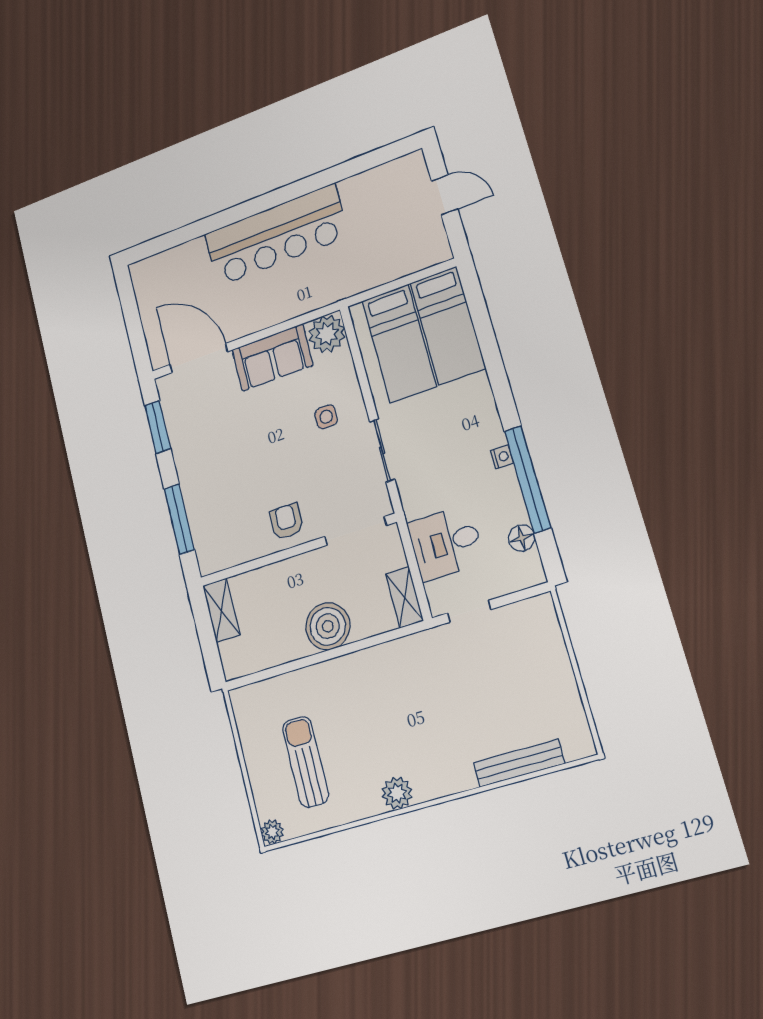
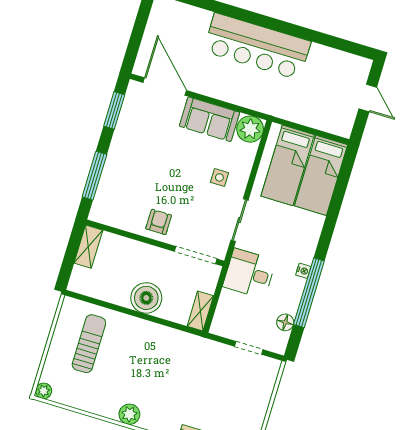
desk: (446, 543) -> (249, 274), moved
doorway: (469, 611) -> (249, 348), moved
sun lounger: (306, 762) -> (89, 344), moved

